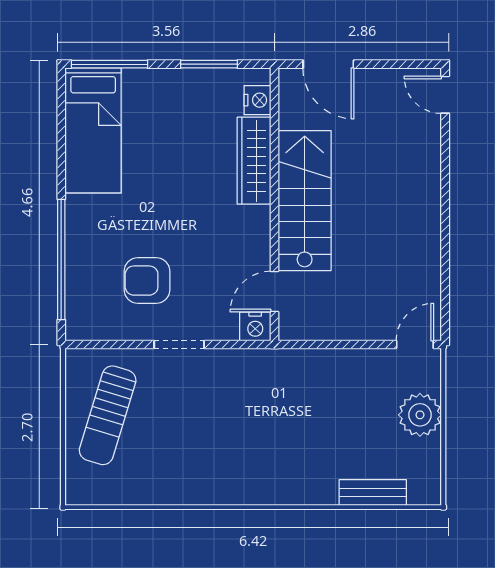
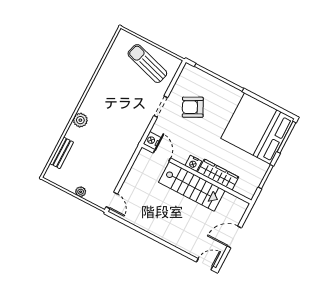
door: (328, 64) -> (234, 237), moved
nightstand: (257, 100) -> (193, 163), moved
bed: (93, 130) -> (257, 129), width x2.04
armchair: (147, 281) -> (193, 107), turned -117
plant: (420, 415) -> (81, 192), width x0.53, depth x0.53
plant: (289, 489) -> (80, 120), added

